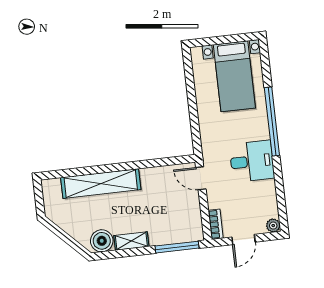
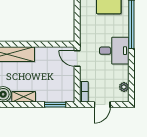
plant: (273, 226) -> (124, 87), moved
window: (177, 247) -> (55, 105), width x0.69

